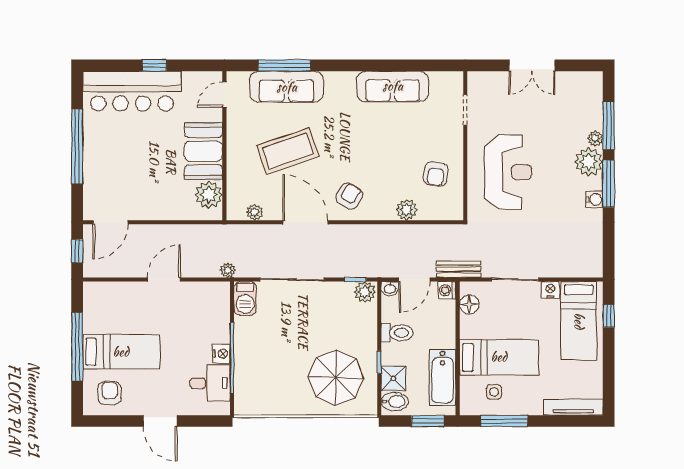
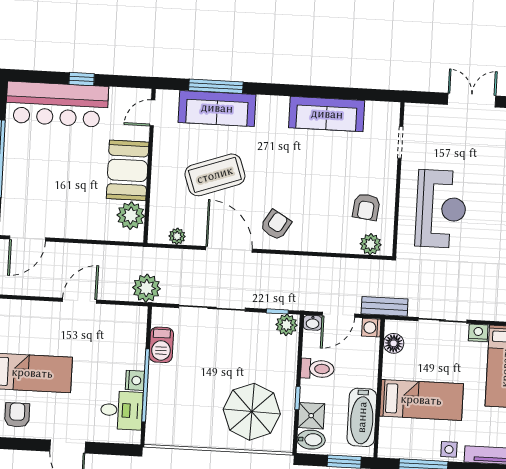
double door: (532, 65) -> (472, 100), swing flipped
plant: (407, 210) -> (371, 244), moved
plant: (228, 270) -> (146, 288), width x1.88, depth x1.88
barbecue: (245, 298) -> (161, 345), moved
side table: (494, 392) -> (449, 449), moved

